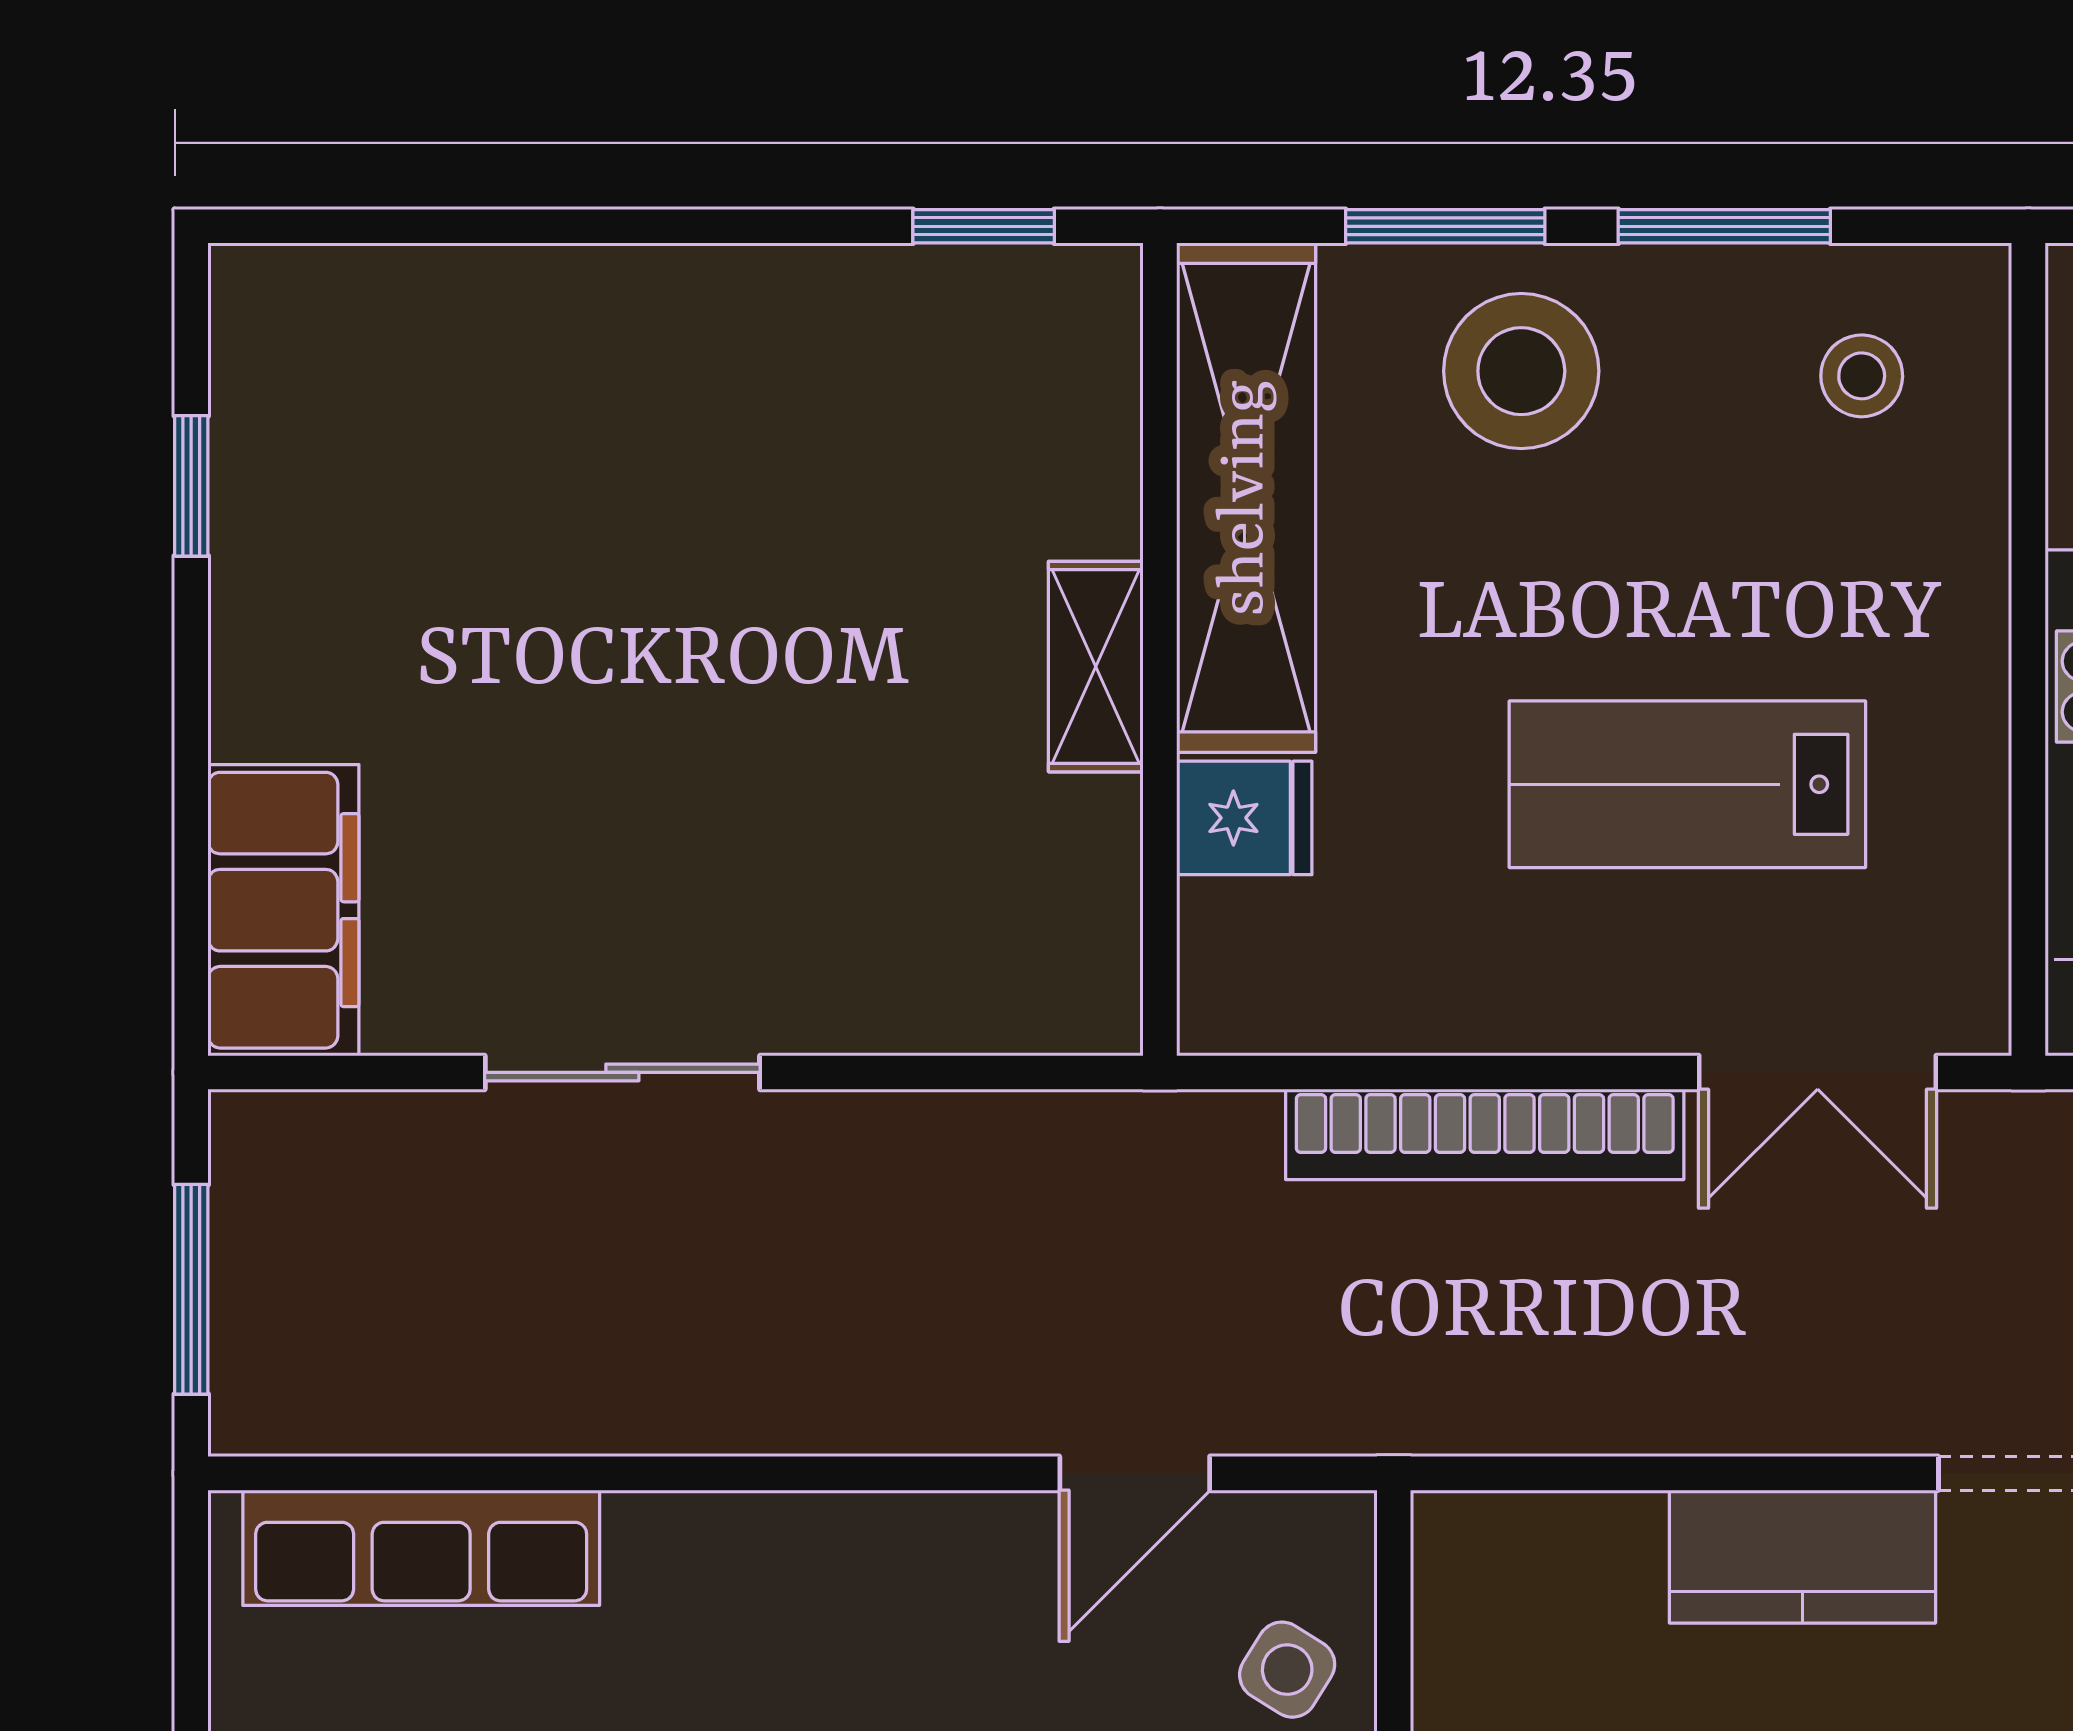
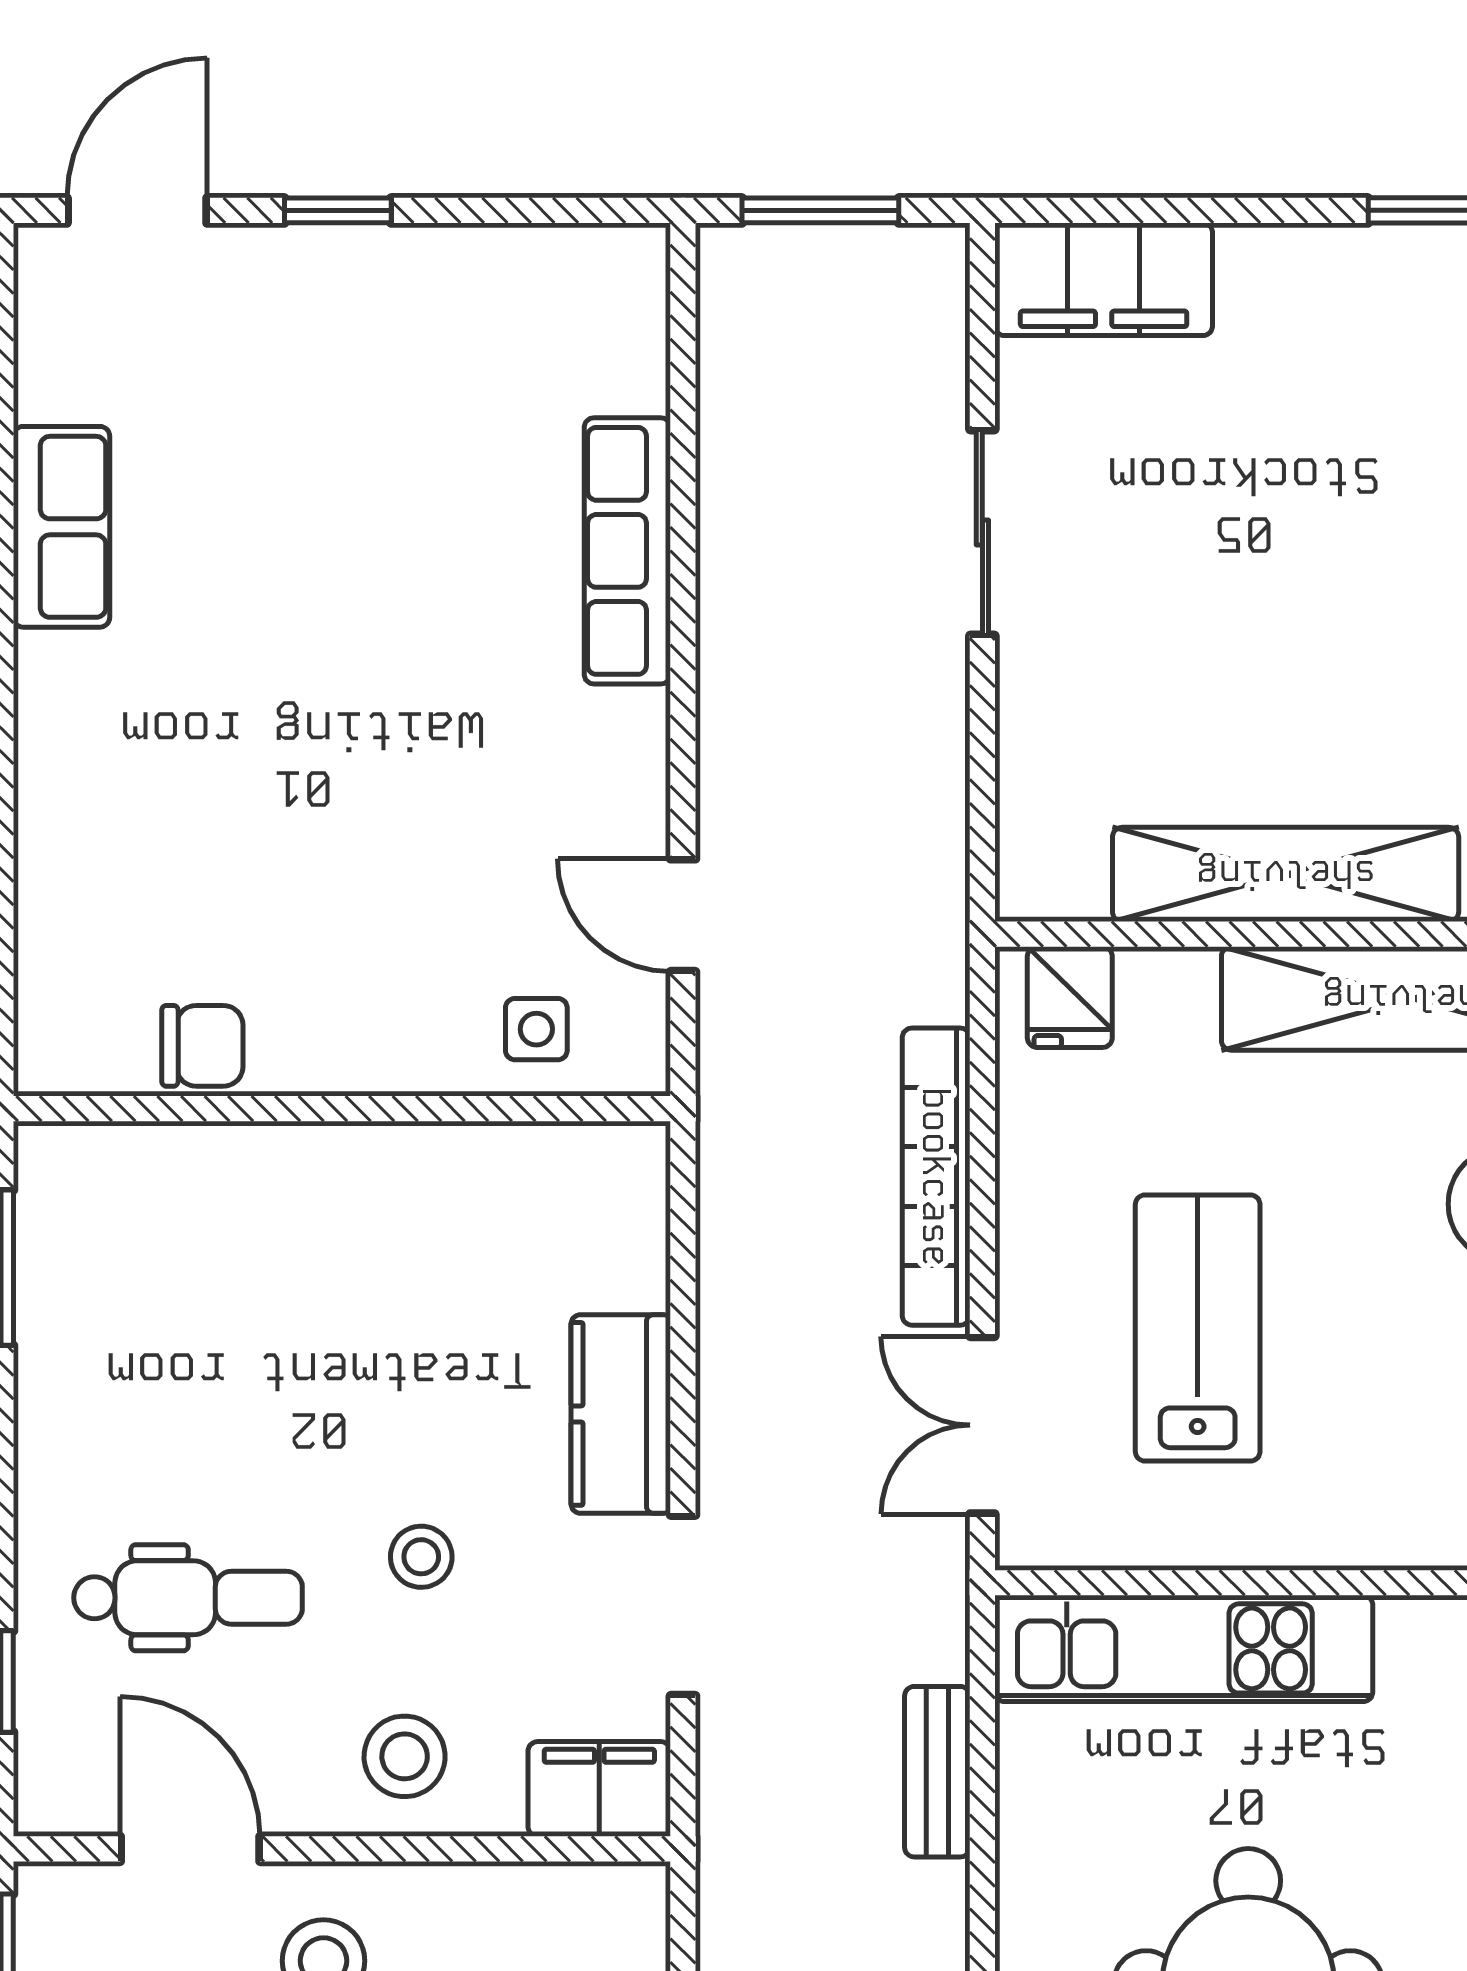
shelving: (1096, 667) -> (1286, 874), width x2.20, depth x1.33
fridge: (1244, 818) -> (1070, 997), moved
row of seats: (421, 1548) -> (627, 551), moved
side table: (1287, 1670) -> (536, 1029), turned -32

